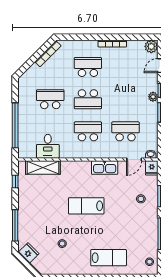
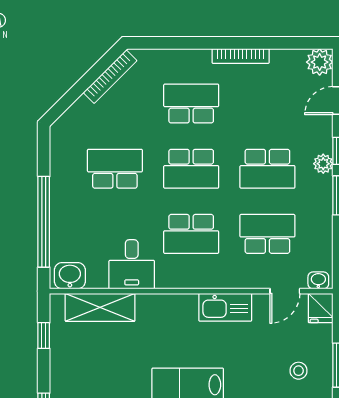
school desk: (126, 99) -> (267, 169), added
school desk: (88, 131) -> (191, 234), turned 180
desk: (48, 146) -> (132, 264), moved
washbasin: (28, 152) -> (70, 276), added

